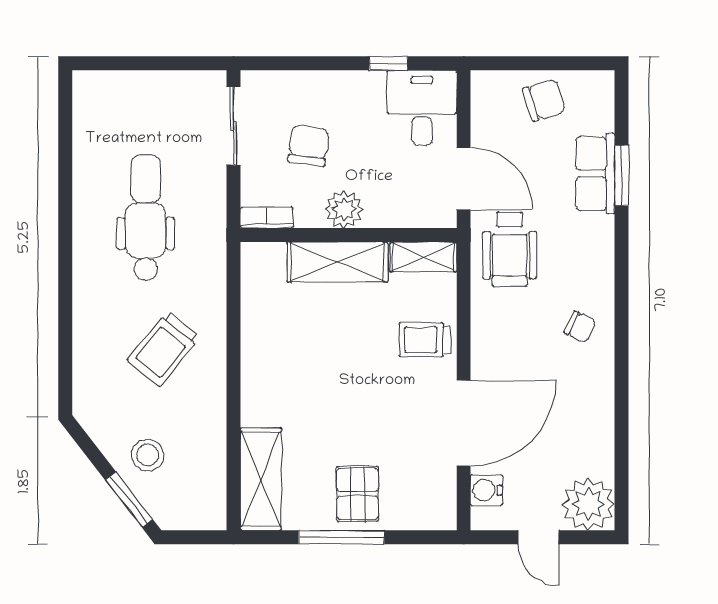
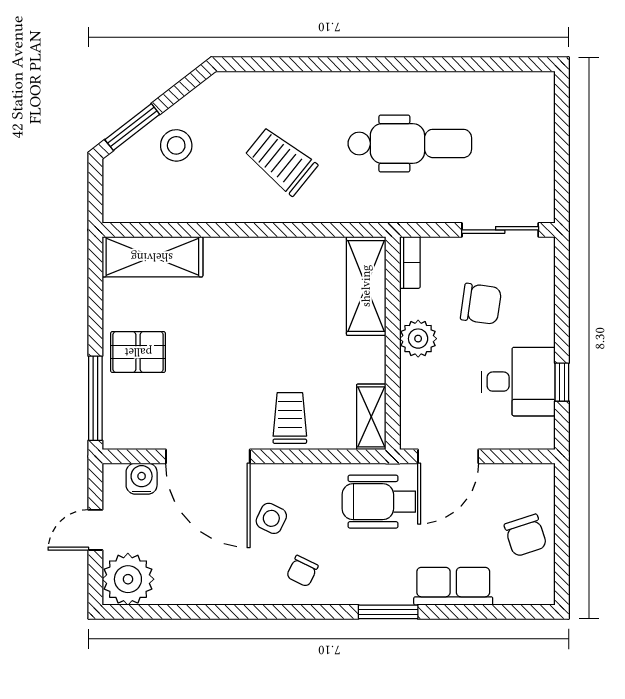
desk: (422, 108) -> (518, 382), moved
window: (622, 175) -> (388, 612), moved
shelving: (337, 262) -> (366, 286), moved
side table: (527, 358) -> (271, 518), added
window: (341, 537) -> (95, 398), moved

